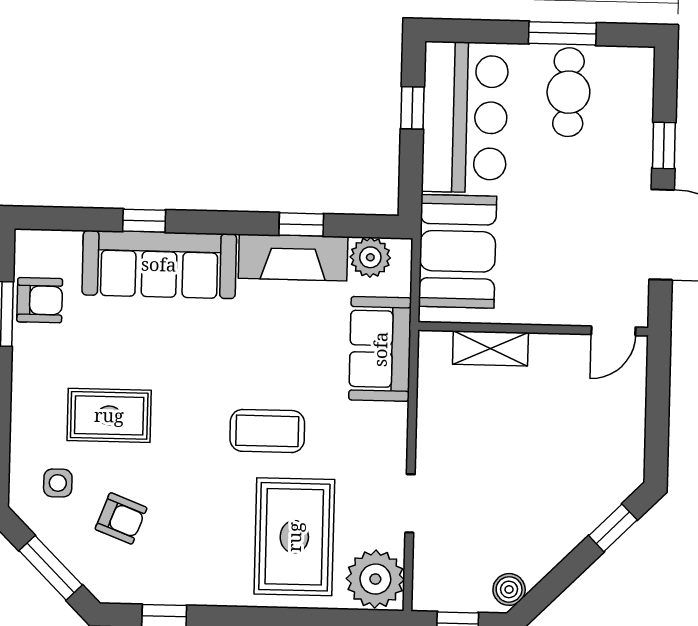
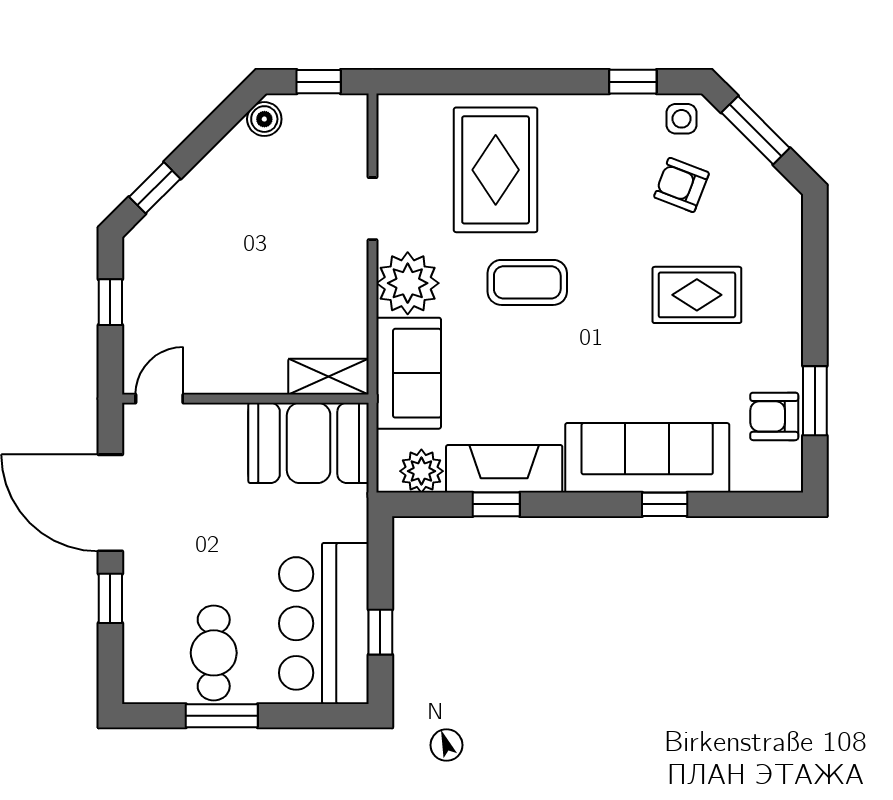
booth: (458, 251) -> (309, 443), moved, turned 90
shelving: (490, 348) -> (329, 377), moved
window: (657, 422) -> (110, 302), added
side table: (58, 483) -> (681, 119), moved
plant: (375, 579) -> (408, 283), moved

